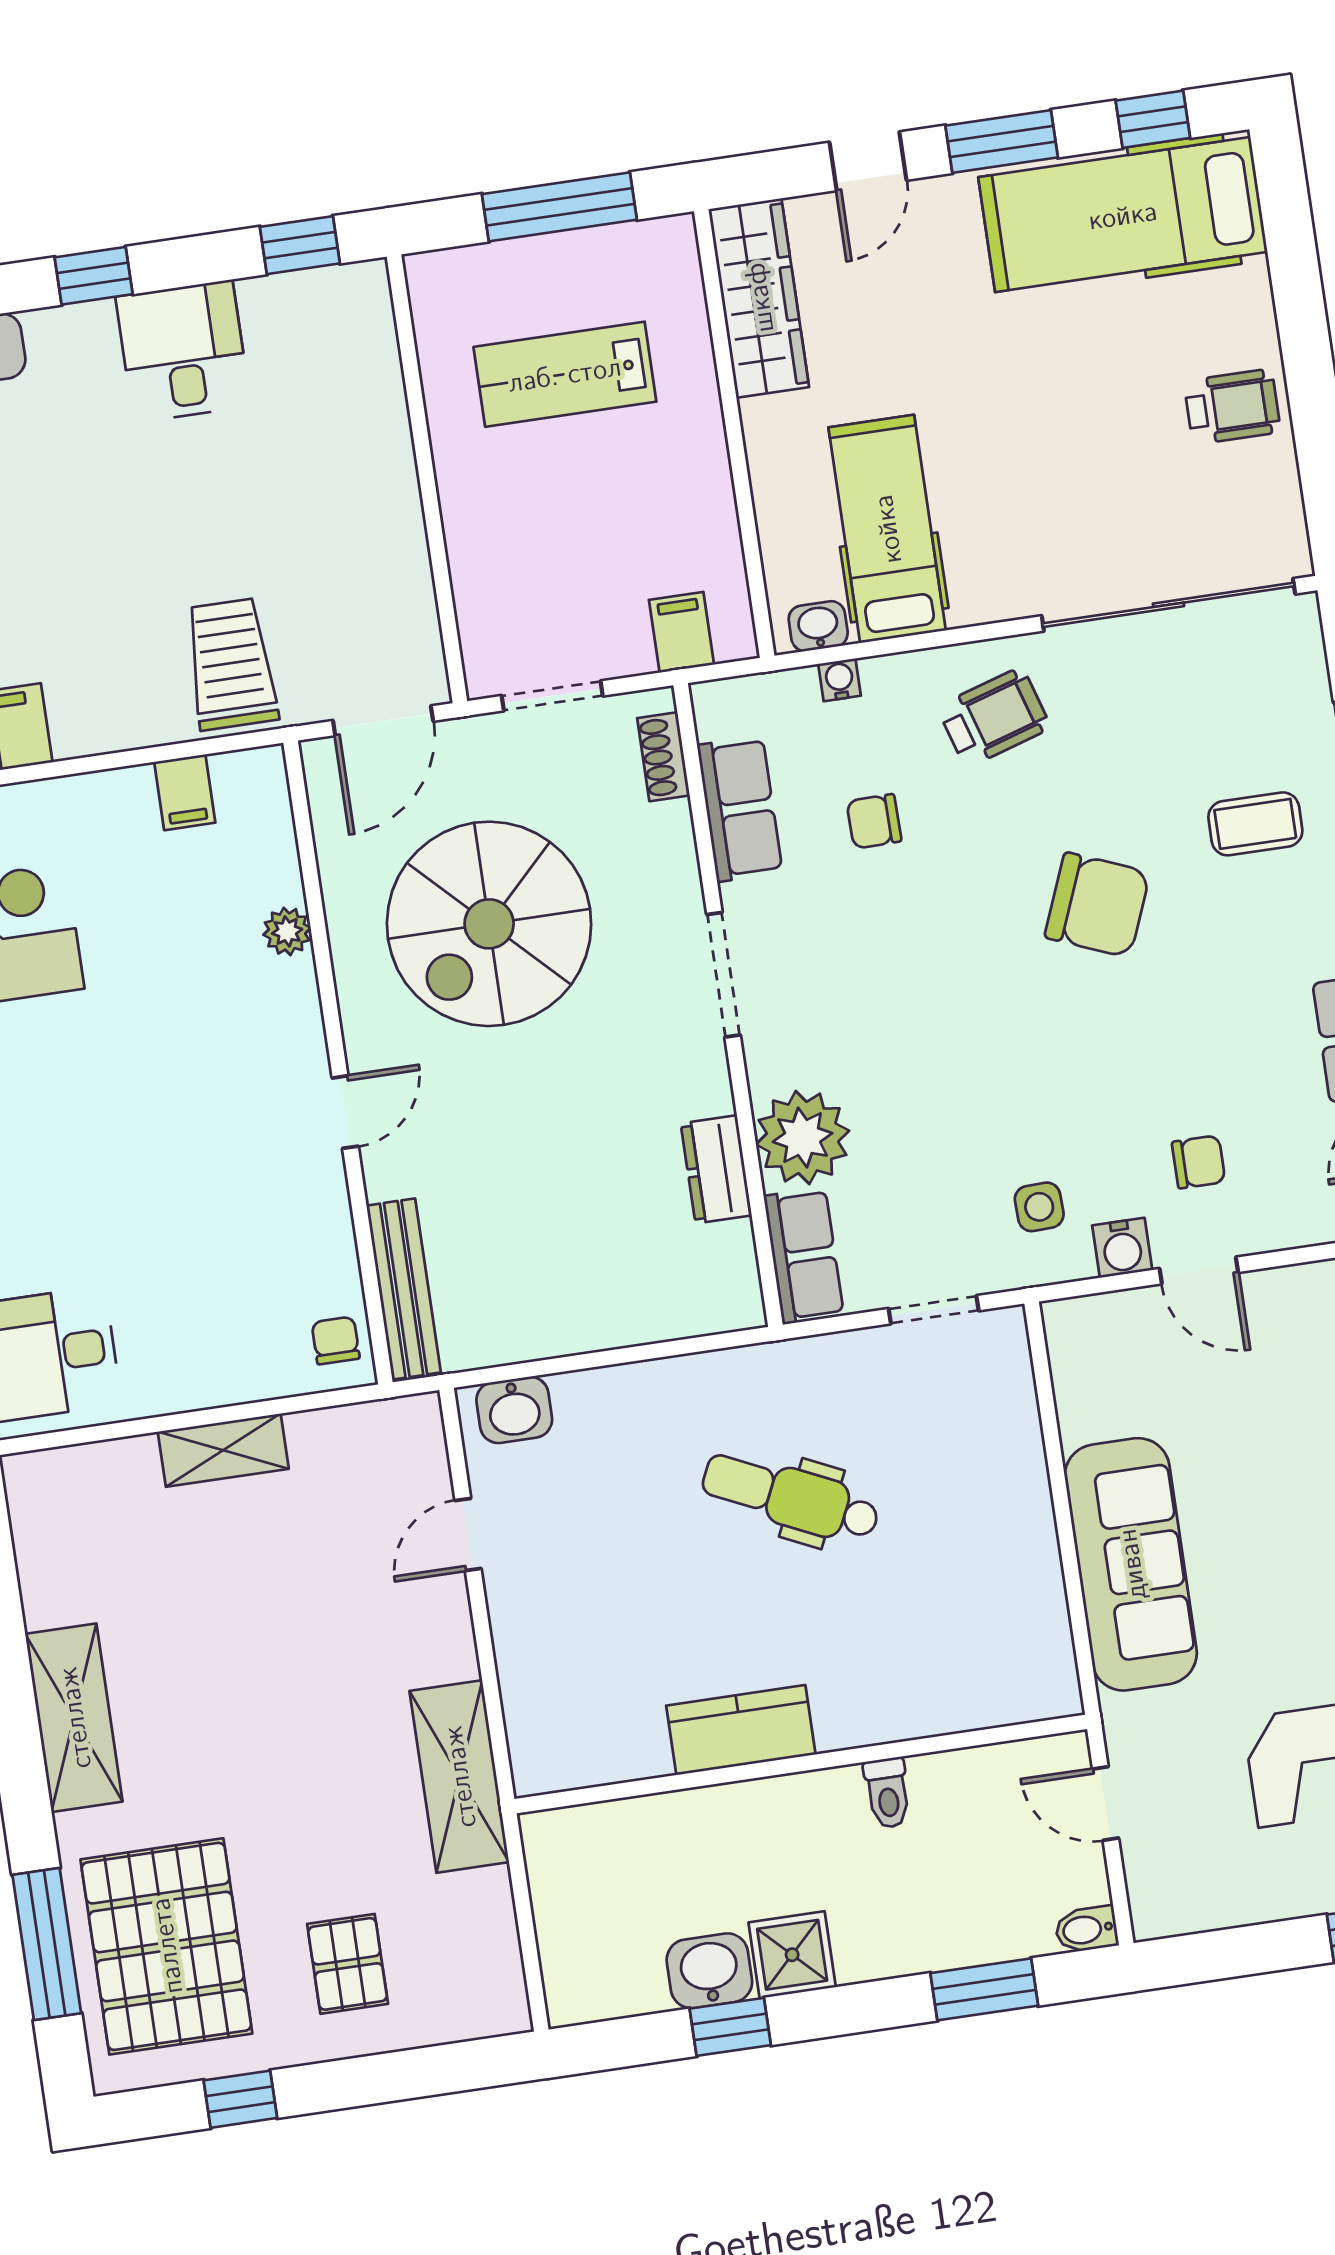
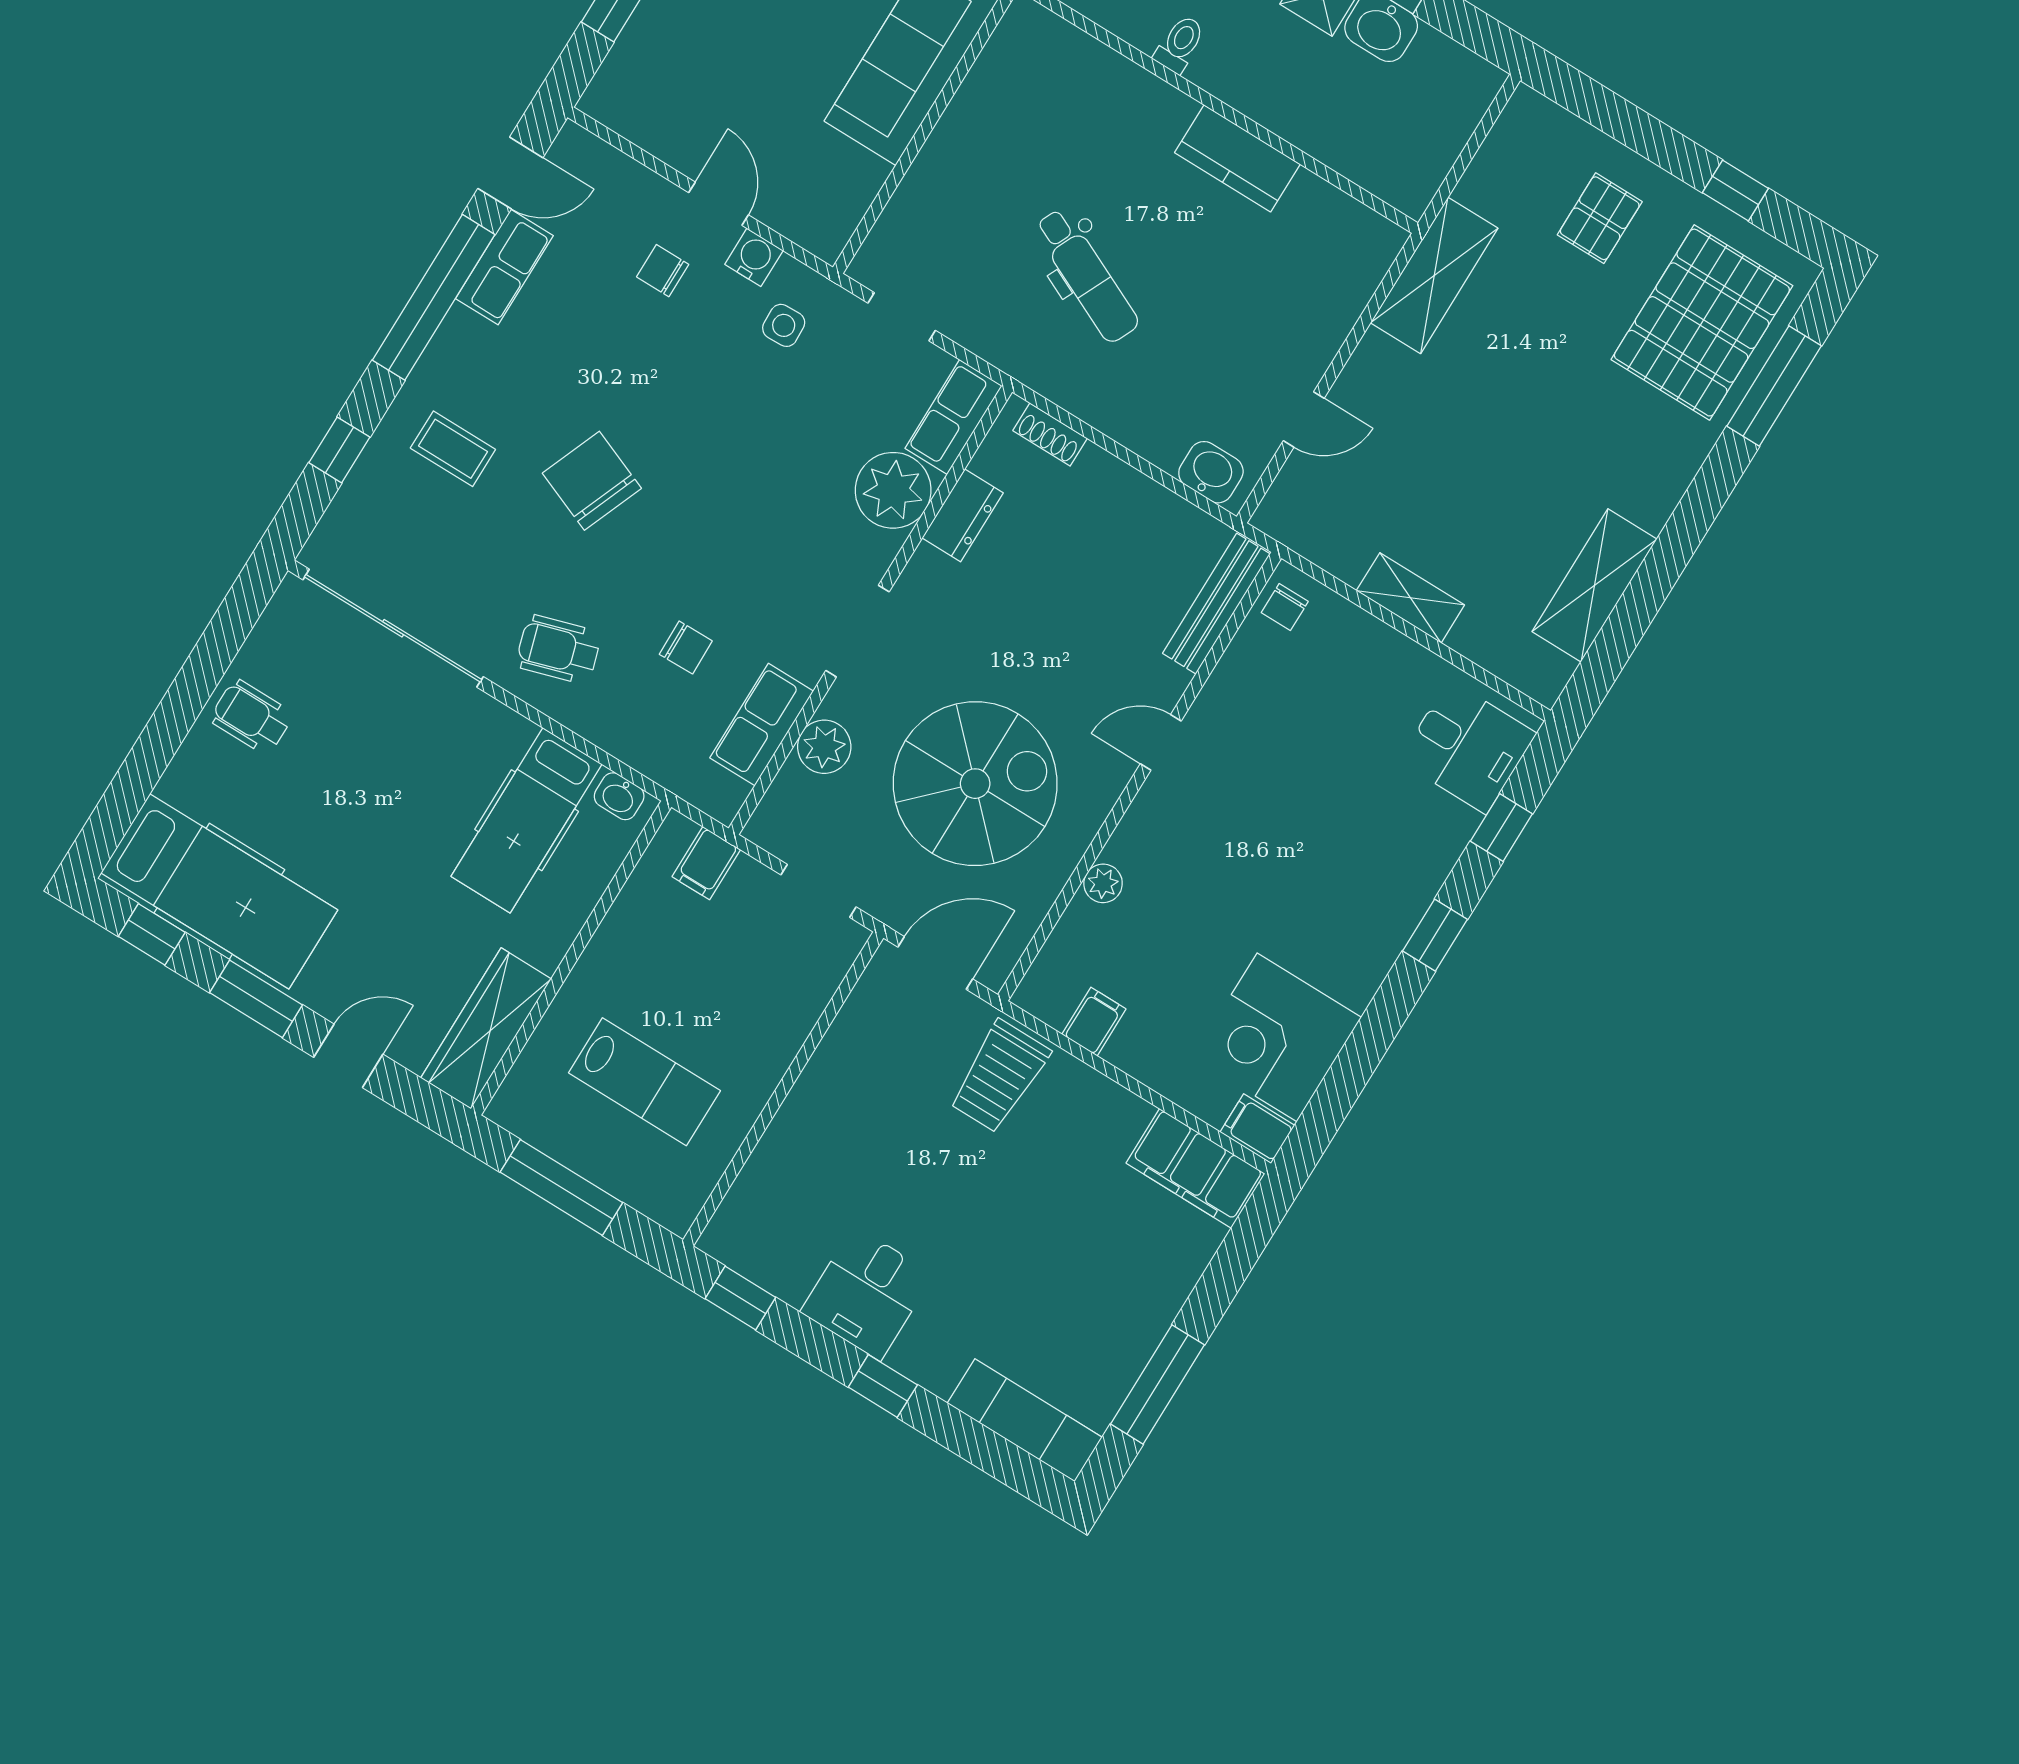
water cooler: (839, 680) -> (634, 752), removed
shoe rack: (663, 757) -> (1050, 435), moved, turned 90
plant: (662, 838) -> (824, 747), added
shelving: (74, 1718) -> (1594, 585), moved

